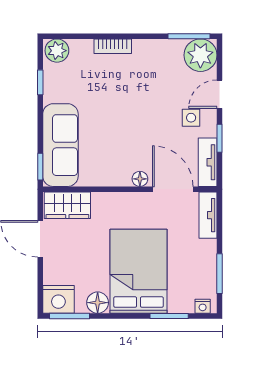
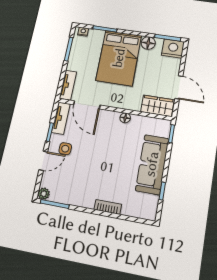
plant: (57, 51) -> (147, 211), removed
plant: (200, 55) -> (44, 194), width x0.53, depth x0.53
sofa: (60, 145) -> (152, 164), moved
floor lamp: (140, 179) -> (125, 118), moved

